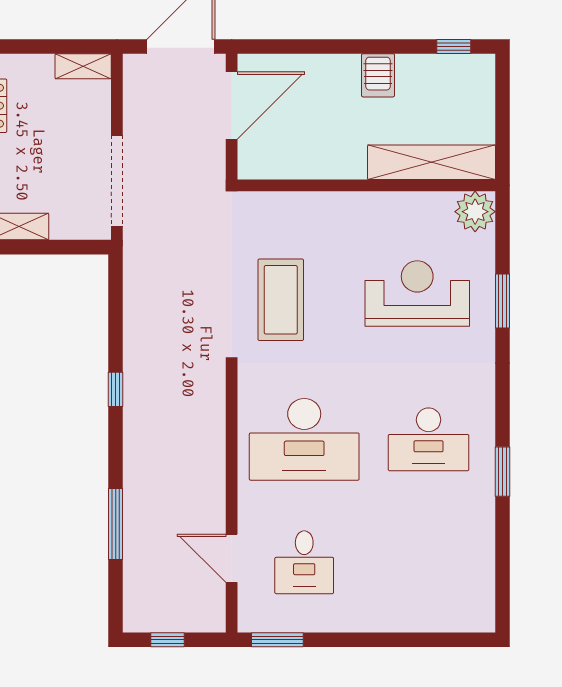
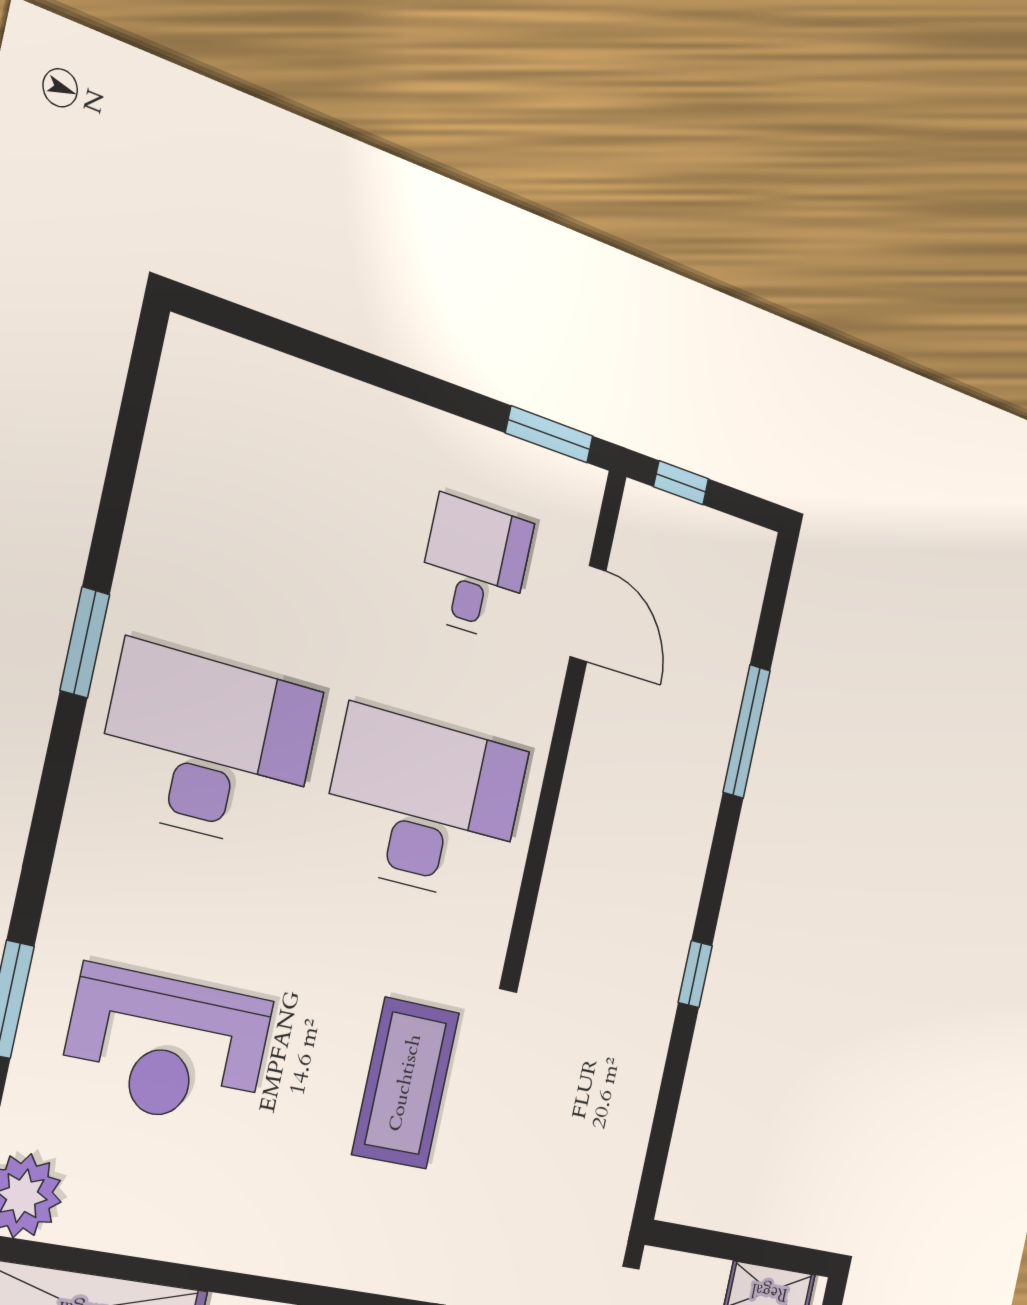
desk: (429, 439) -> (209, 747), width x1.36, depth x1.30
window: (168, 640) -> (681, 483), moved

